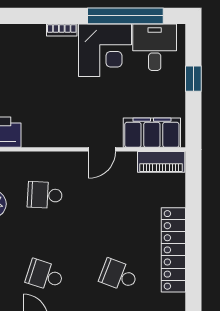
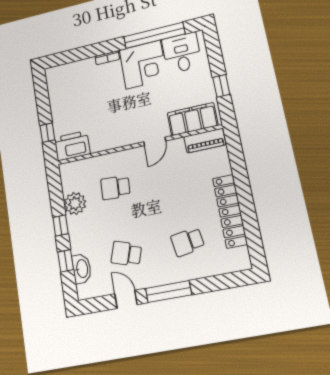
window: (193, 79) -> (221, 86), moved
school desk: (119, 275) -> (188, 242), turned -30

